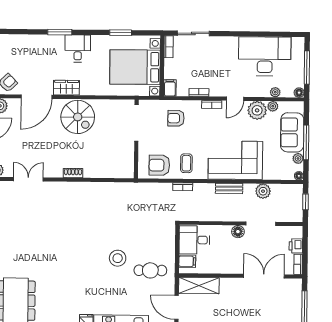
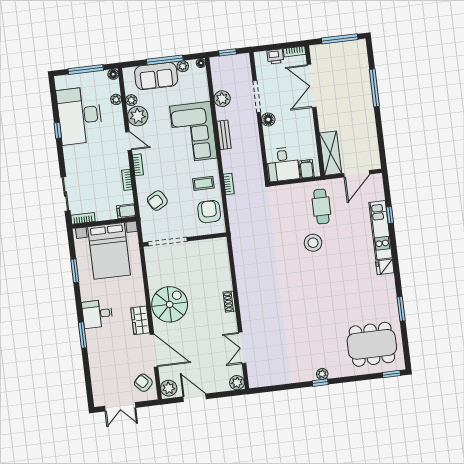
window: (254, 34) -> (58, 130), added
armchair: (176, 118) -> (157, 201), turned 60
armchair: (159, 165) -> (209, 212), turned 180

